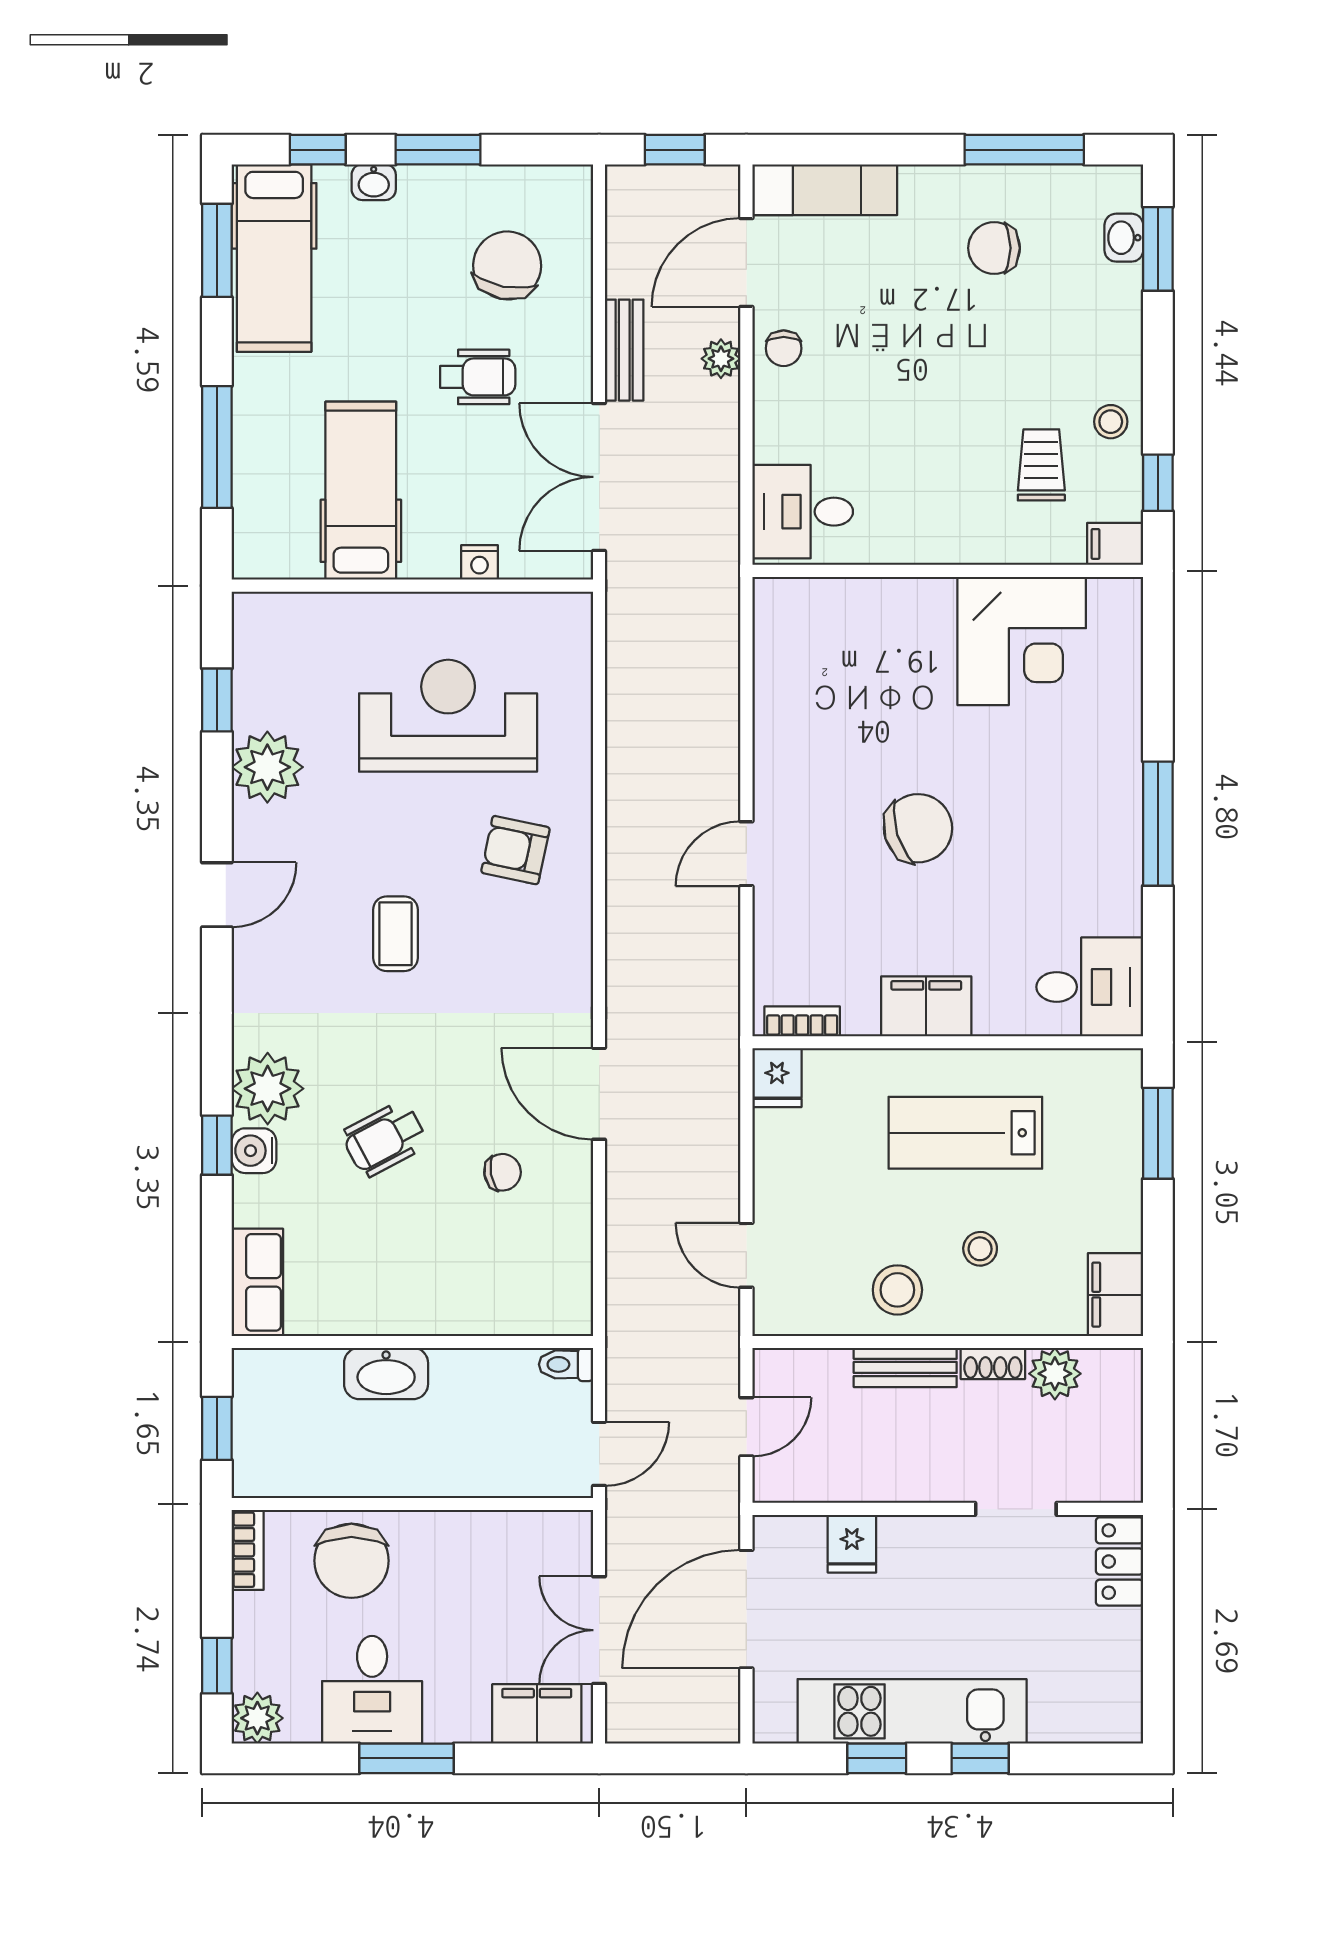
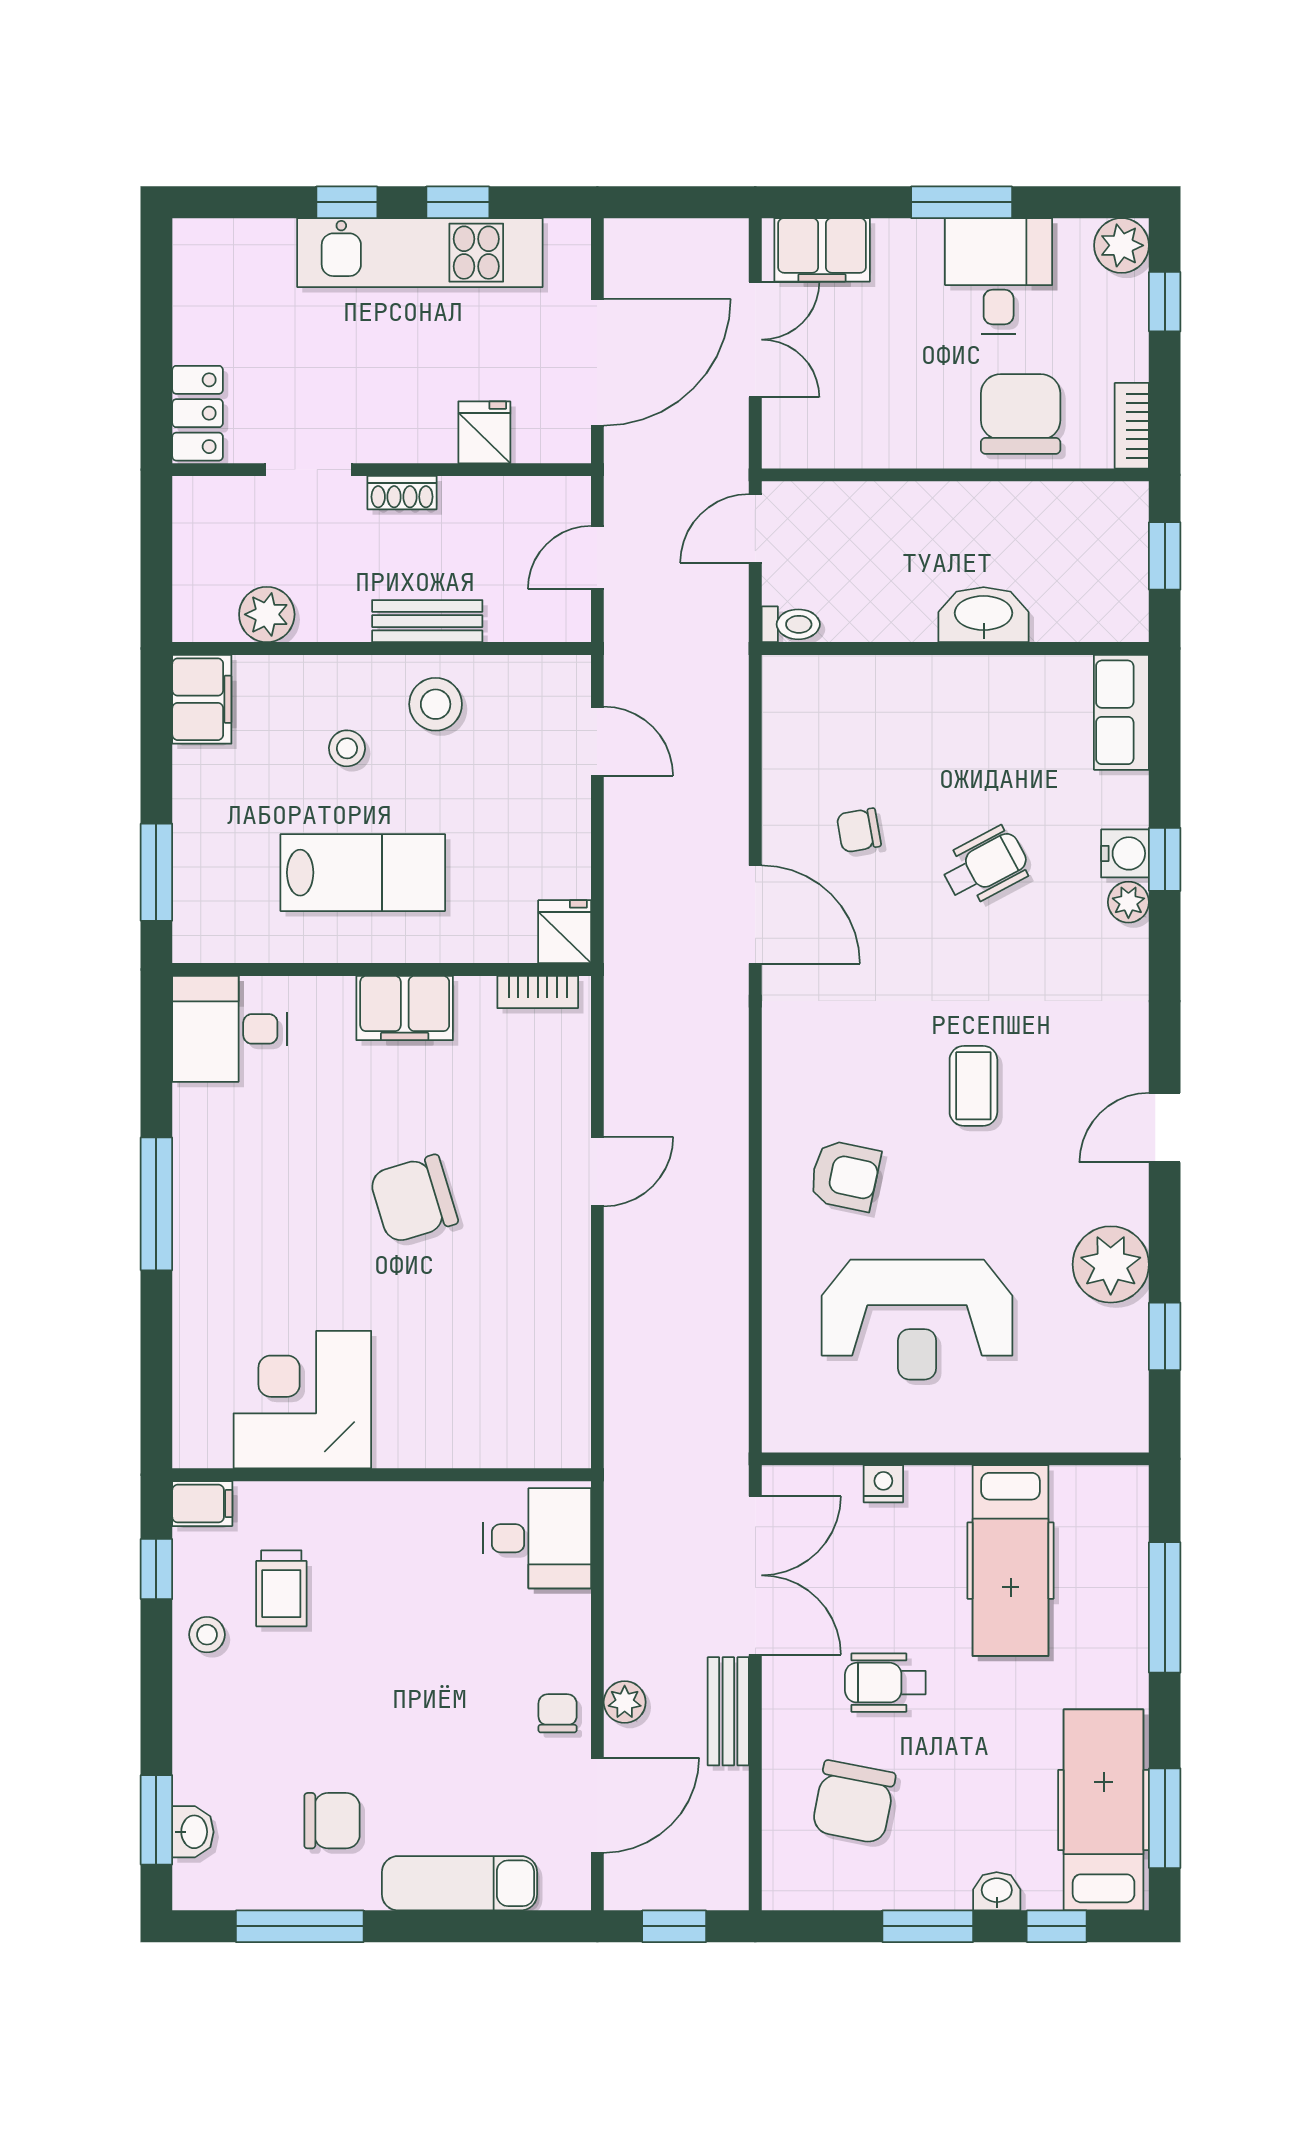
exam couch: (825, 190) -> (459, 1883), moved
plant: (268, 1089) -> (1128, 902), width x0.53, depth x0.53
shoe rack: (993, 1363) -> (402, 493), moved, turned 180

